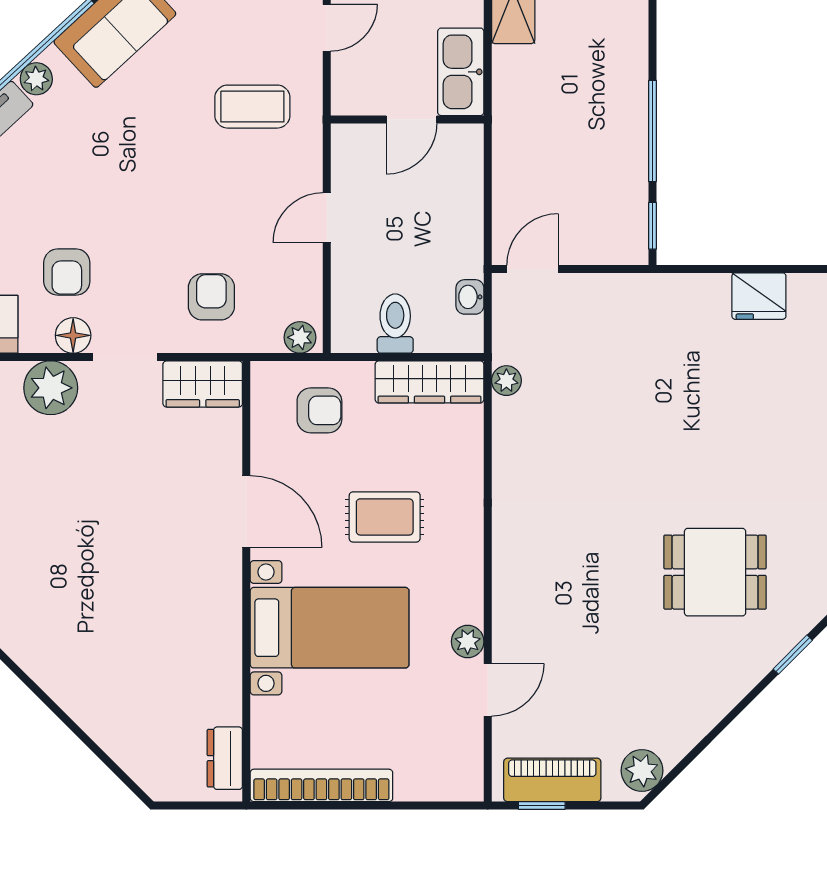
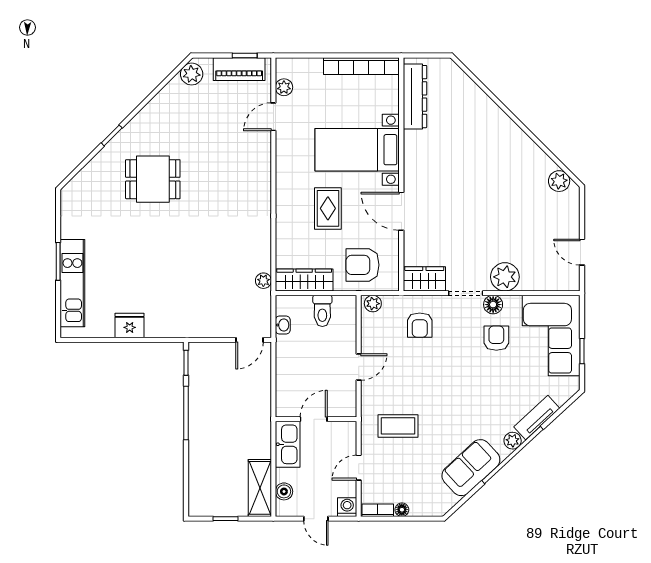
armchair: (319, 410) -> (362, 265), width x1.38, depth x1.38
rug: (385, 517) -> (328, 208), turned 90
plant: (468, 642) -> (284, 87), moved
dresser: (225, 758) -> (415, 97), width x1.96, depth x1.24

